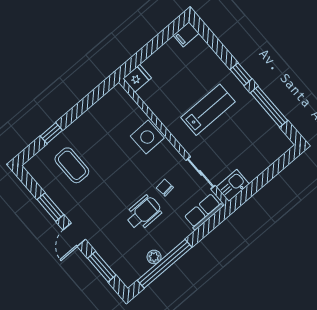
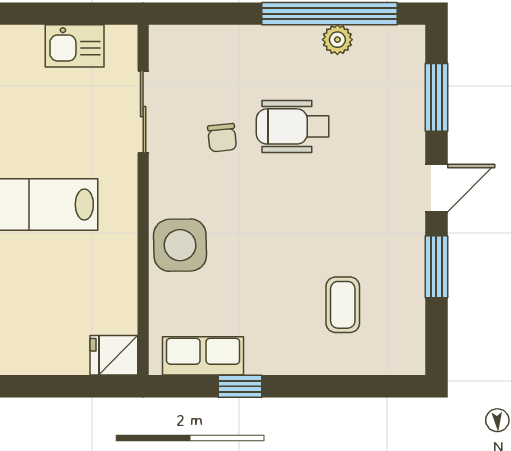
window: (51, 133) -> (240, 386), moved
coffee table: (72, 165) -> (343, 305), width x0.73, depth x0.77
kitchen sink: (233, 185) -> (75, 46), moved
row of seats: (204, 212) -> (203, 356), moved, turned 180

